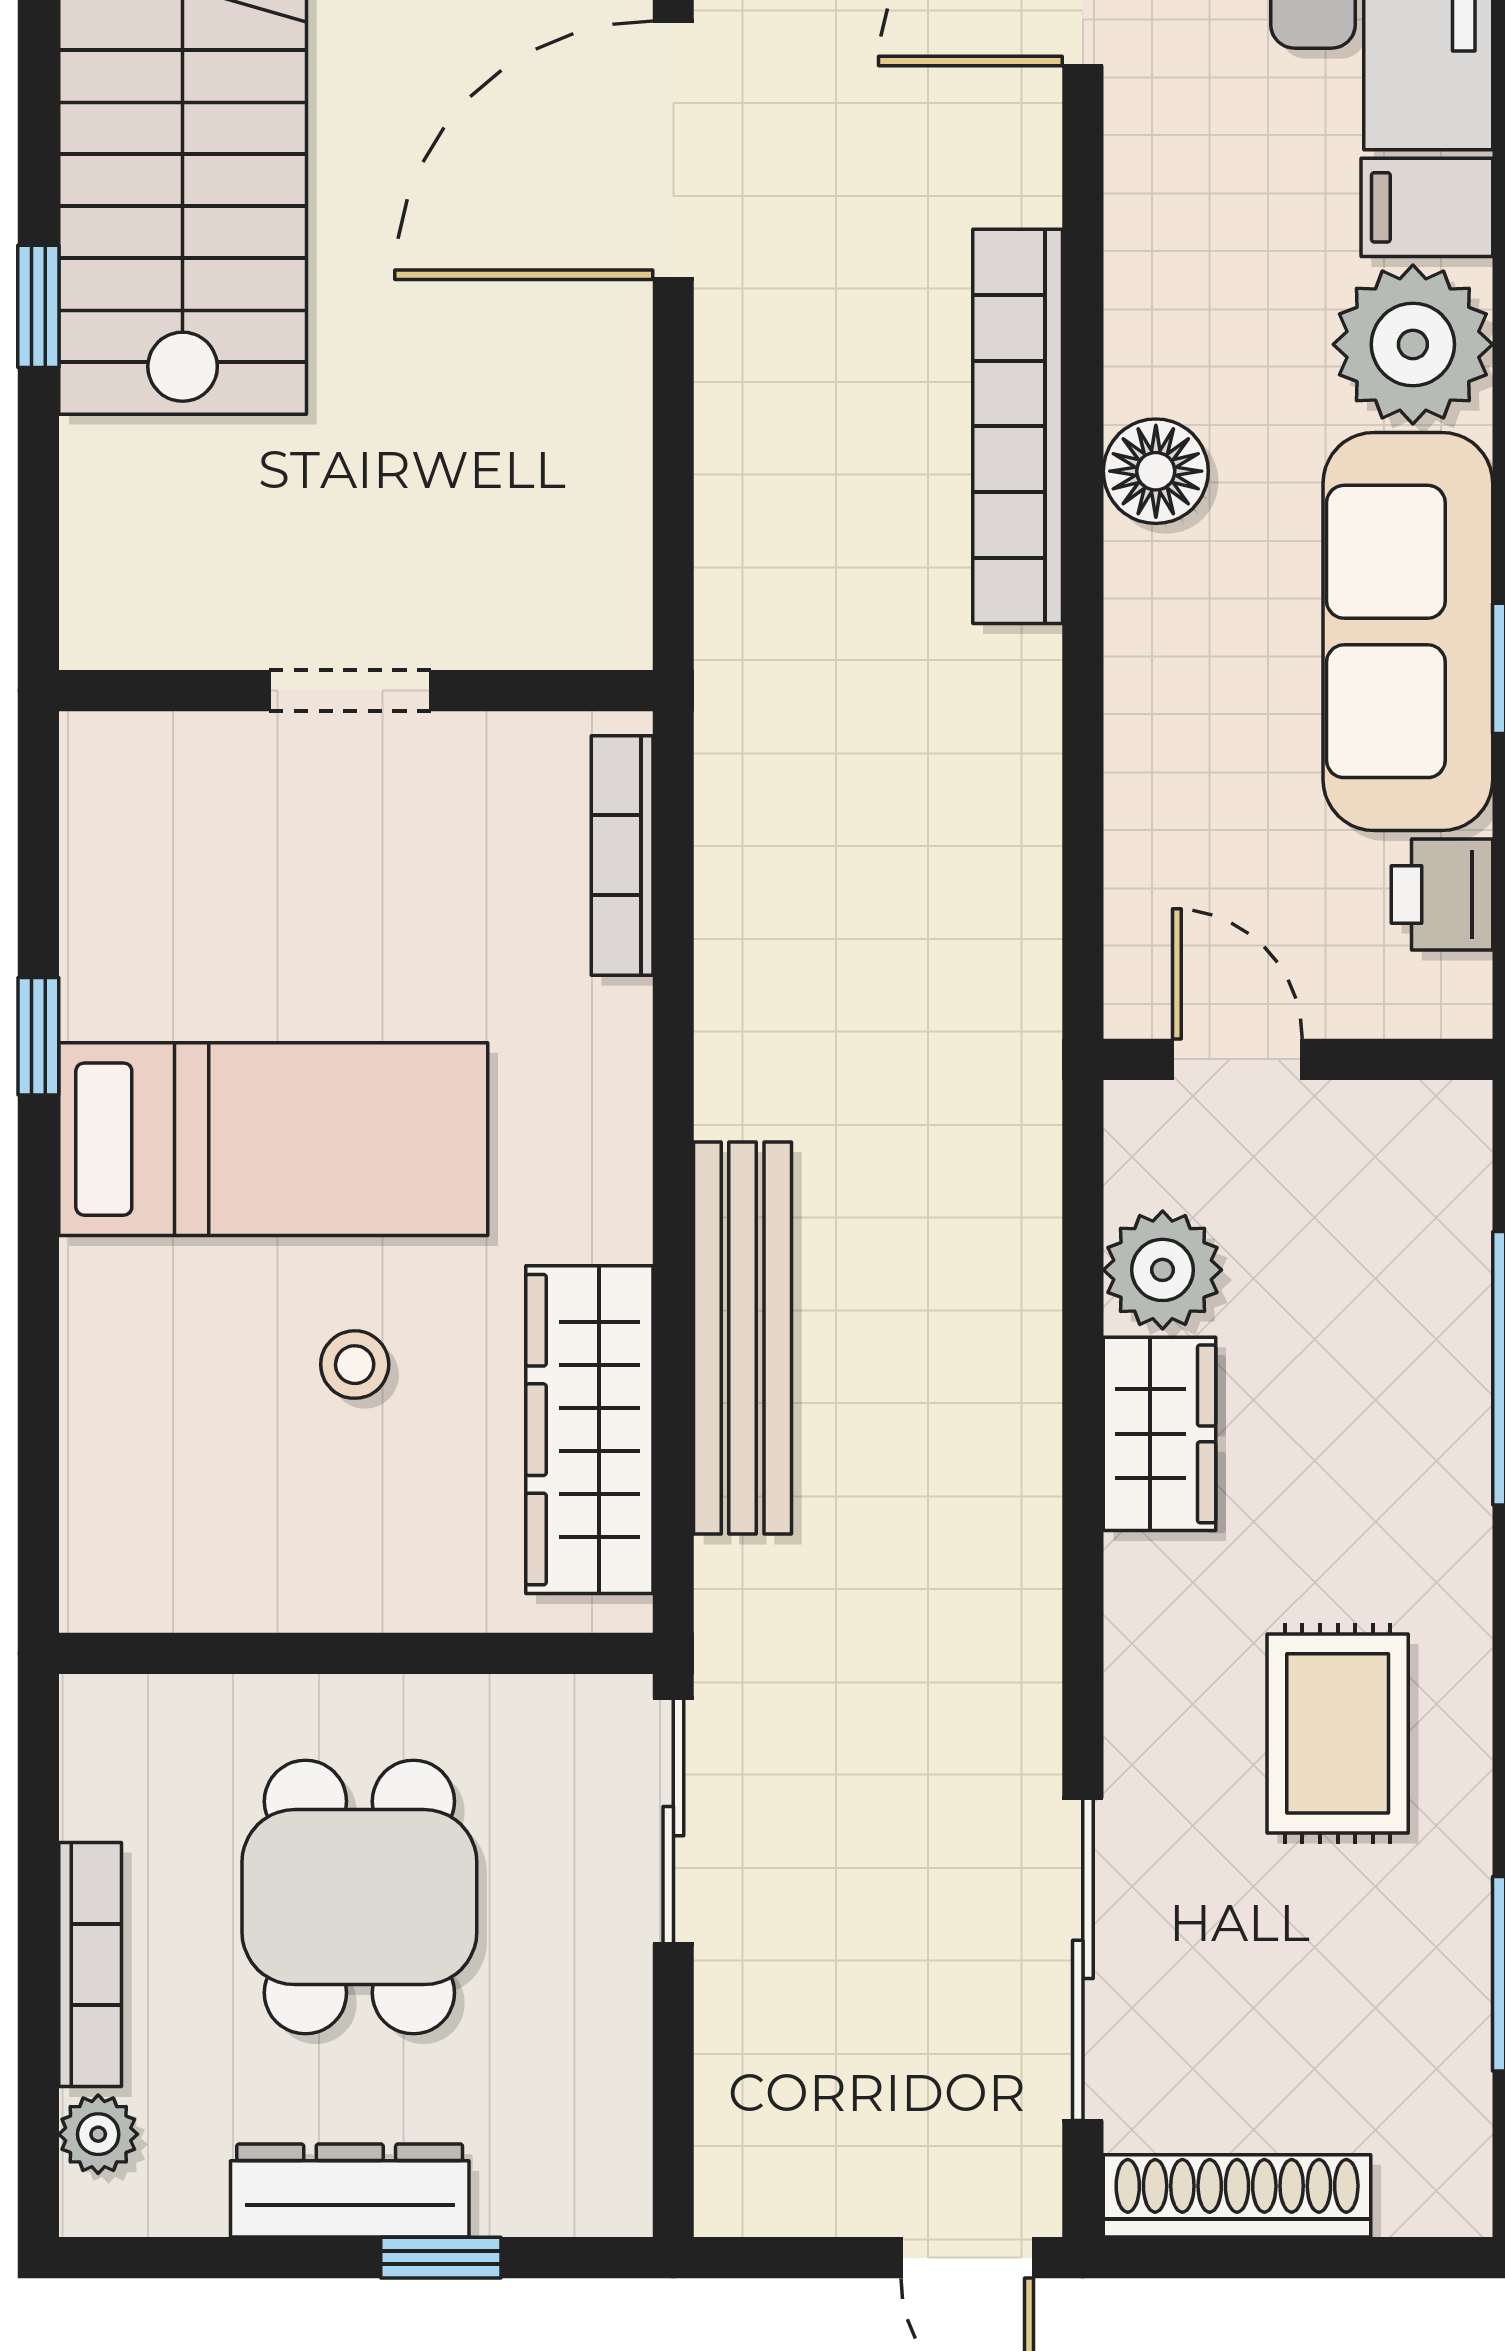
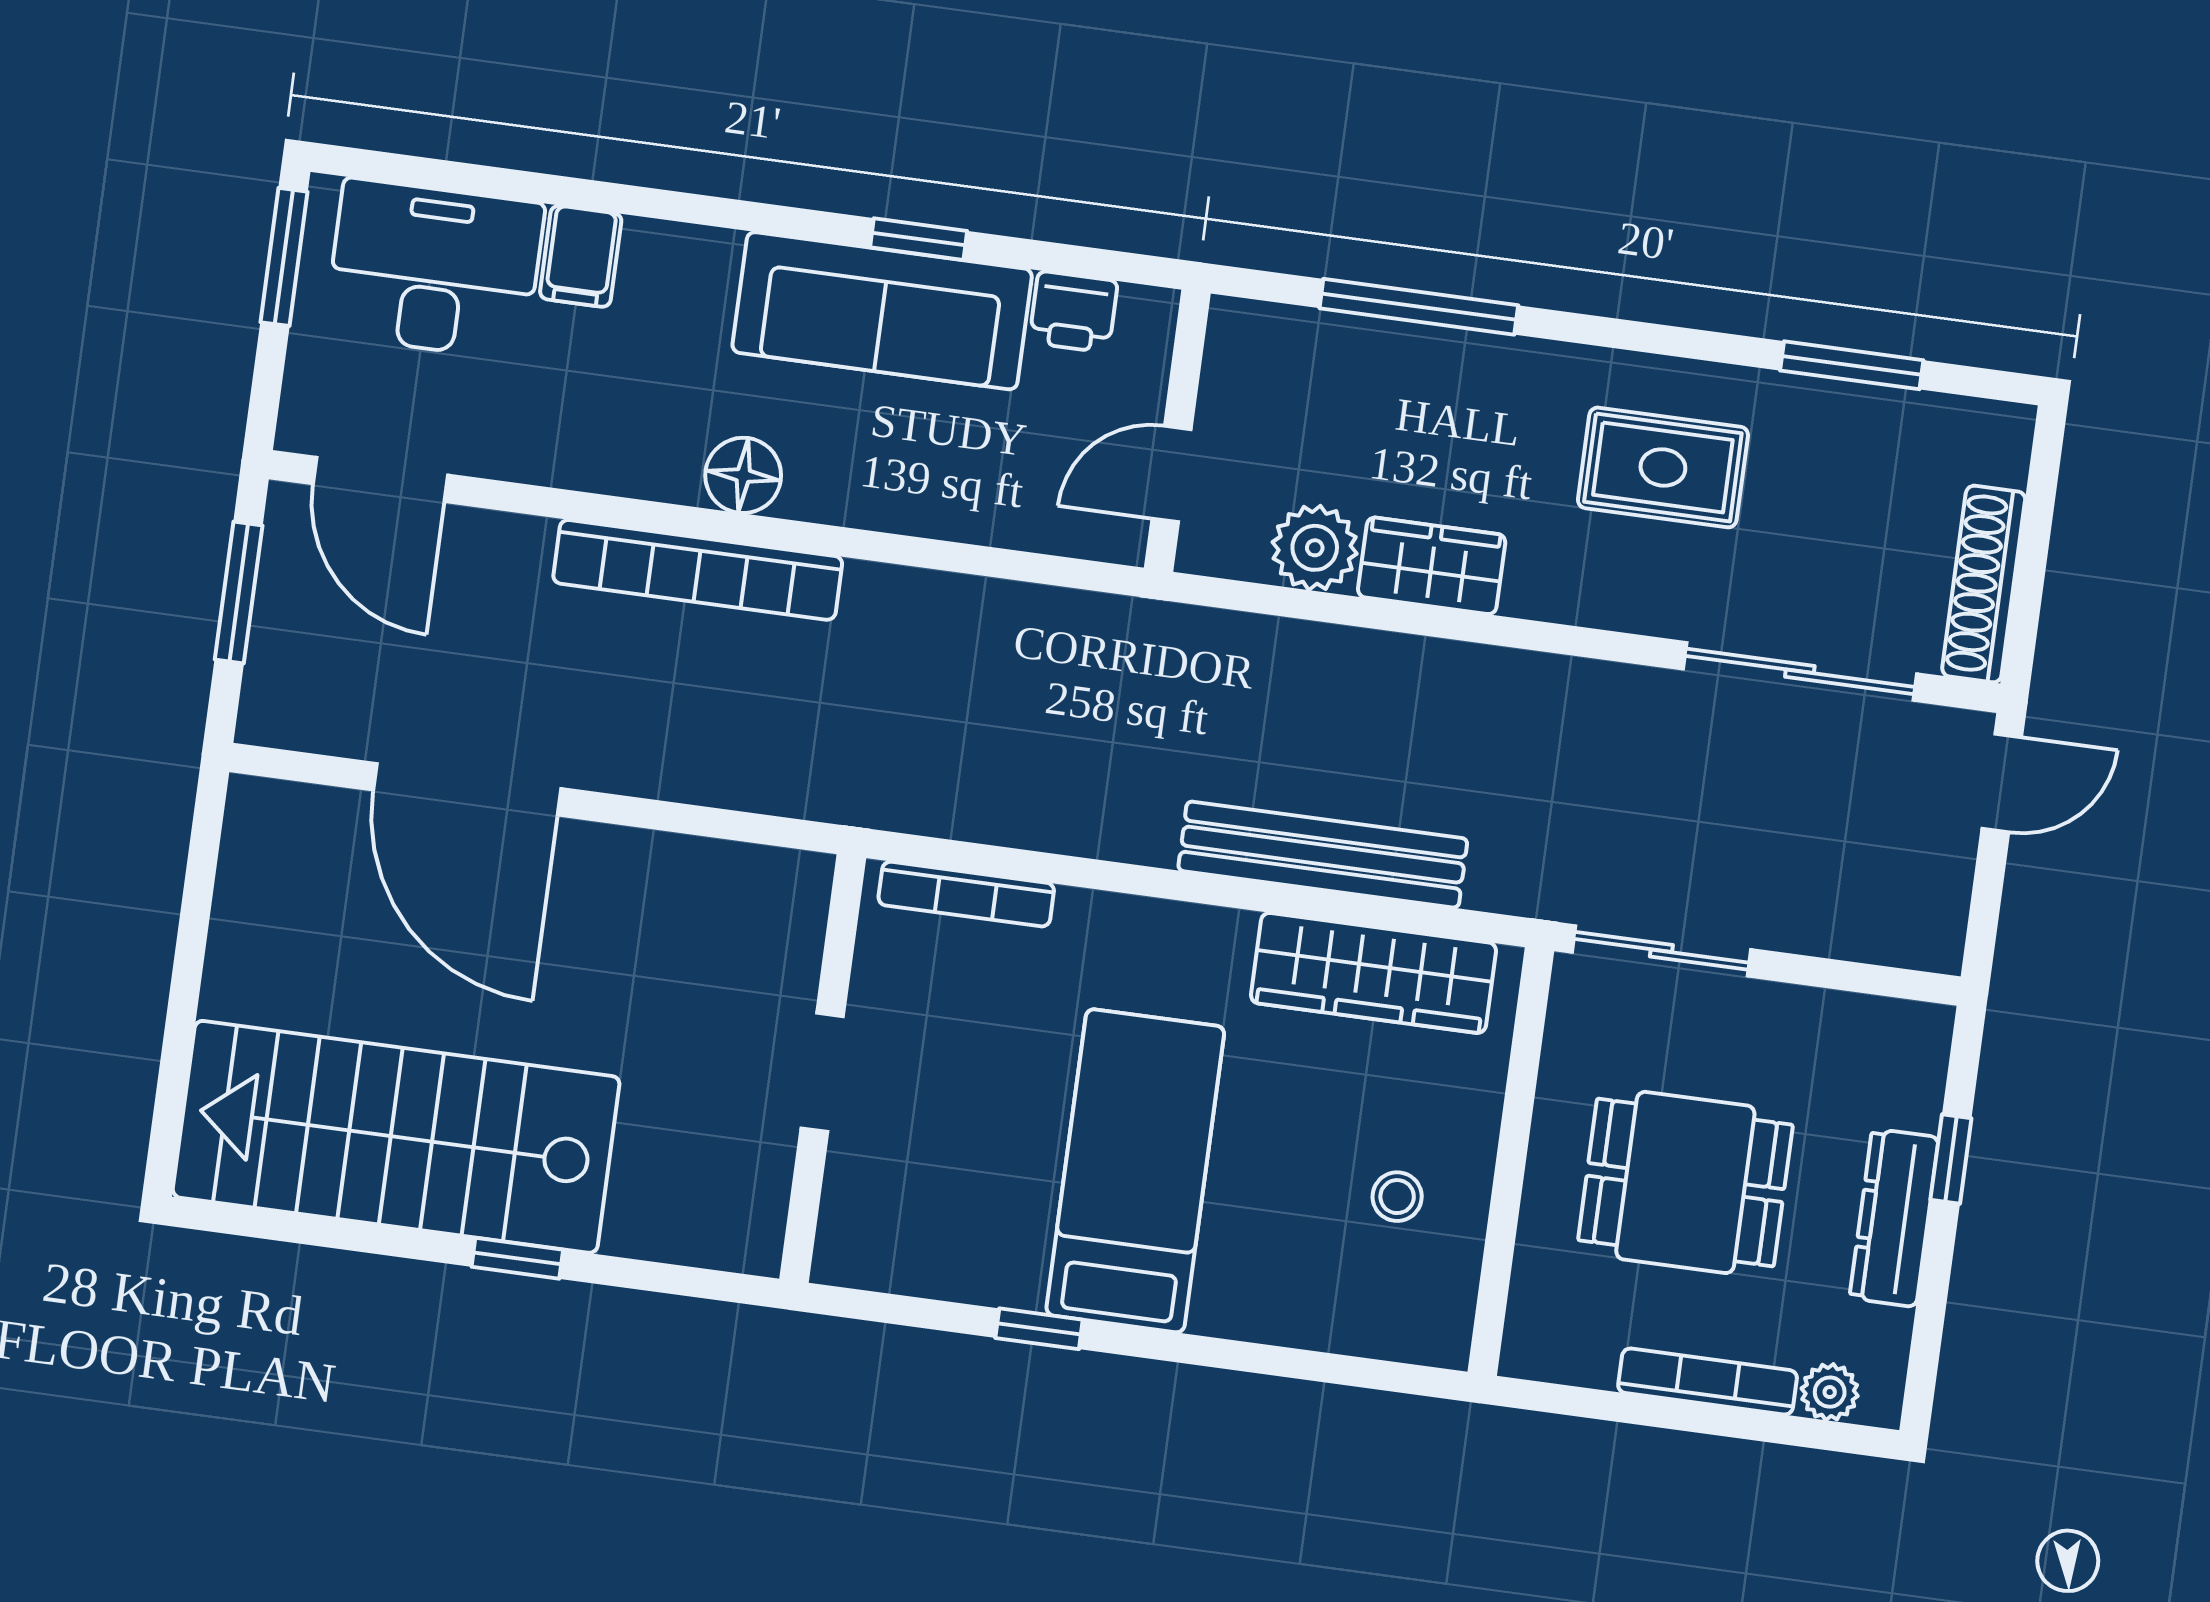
plant: (1413, 344) -> (677, 279), removed
stool: (355, 1365) -> (1397, 1197), moved

